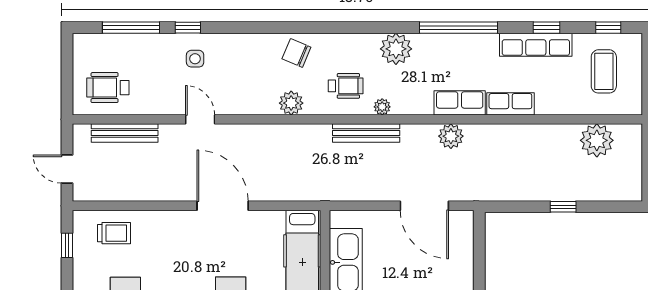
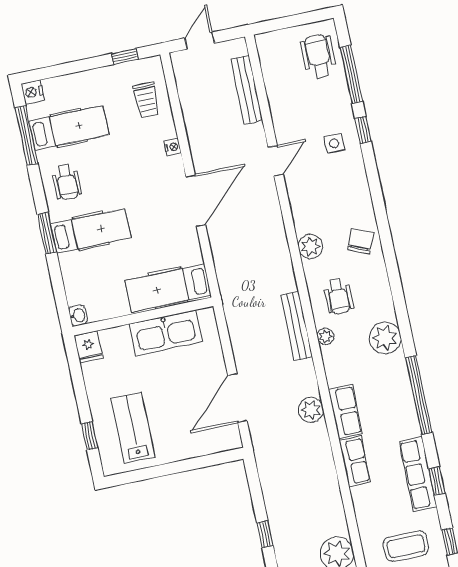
wheelchair: (108, 88) -> (318, 56), moved
nightstand: (165, 217) -> (173, 147), added

